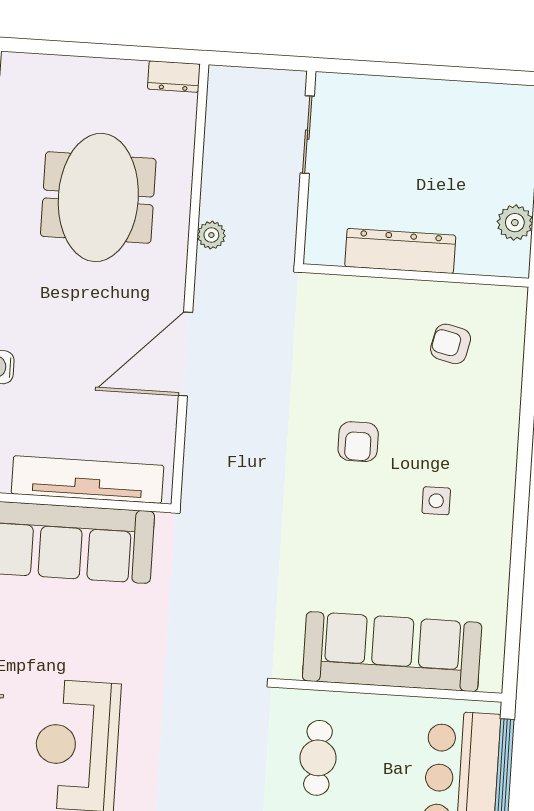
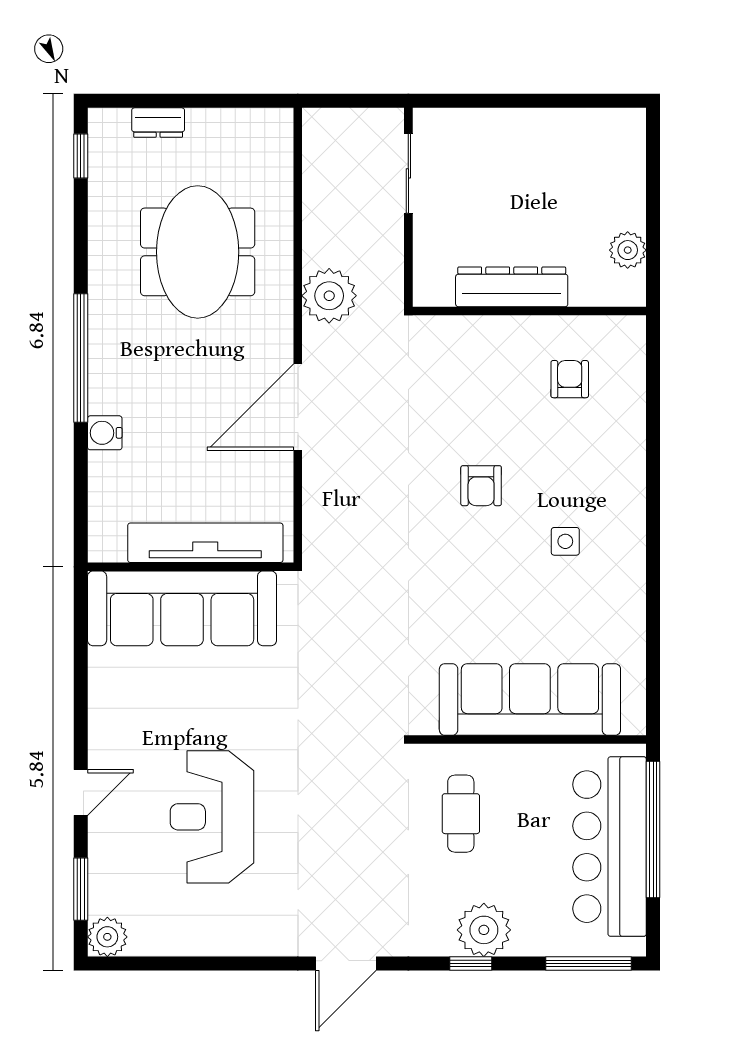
dresser: (174, 77) -> (158, 123), moved
plant: (211, 235) -> (329, 296), width x1.87, depth x1.87
armchair: (451, 344) -> (570, 379), turned 77

